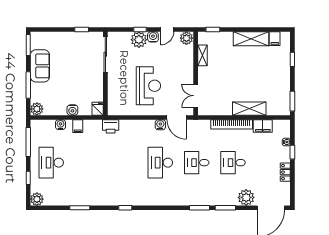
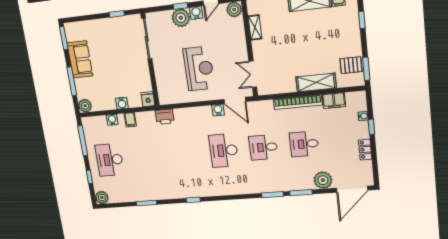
pallet: (280, 97) -> (351, 65), added

